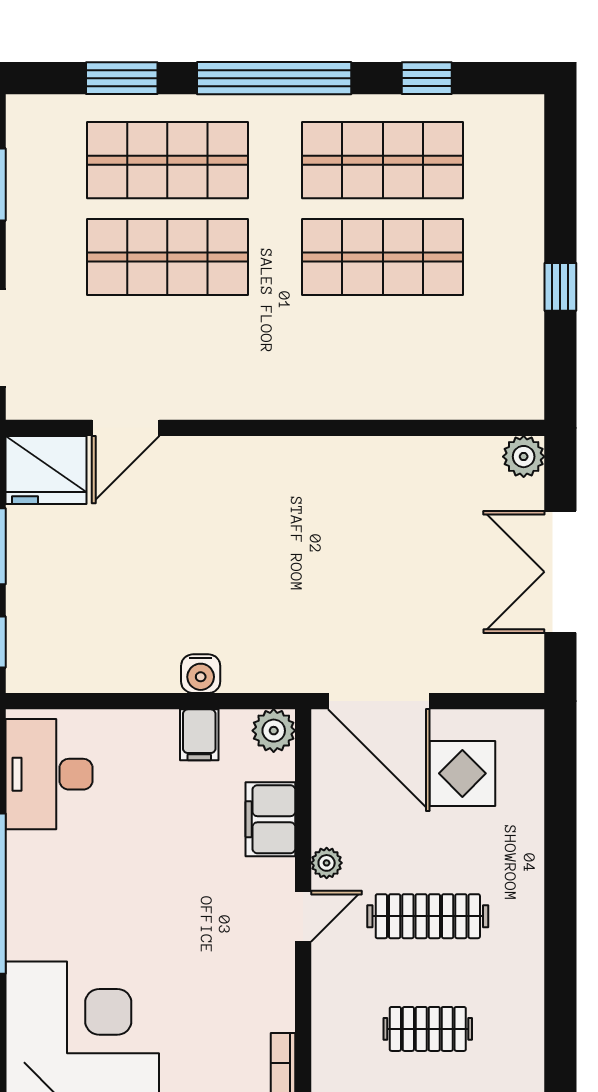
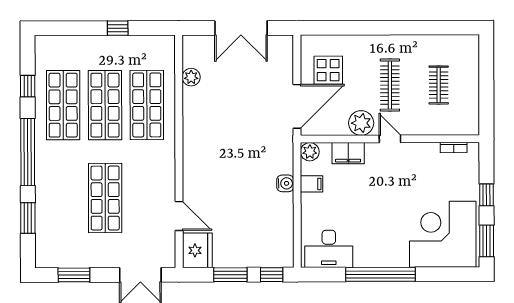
shop shelf: (167, 160) -> (147, 105), moved
plant: (524, 457) -> (191, 77), moved
plant: (327, 863) -> (361, 123), width x1.87, depth x1.87

